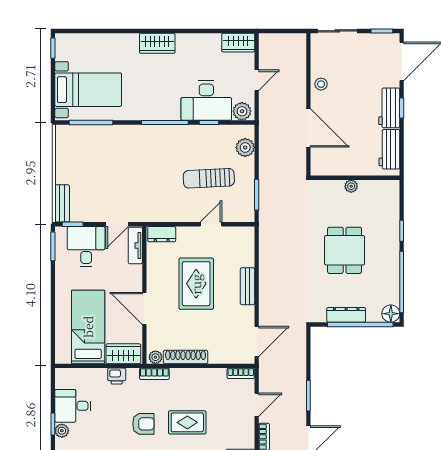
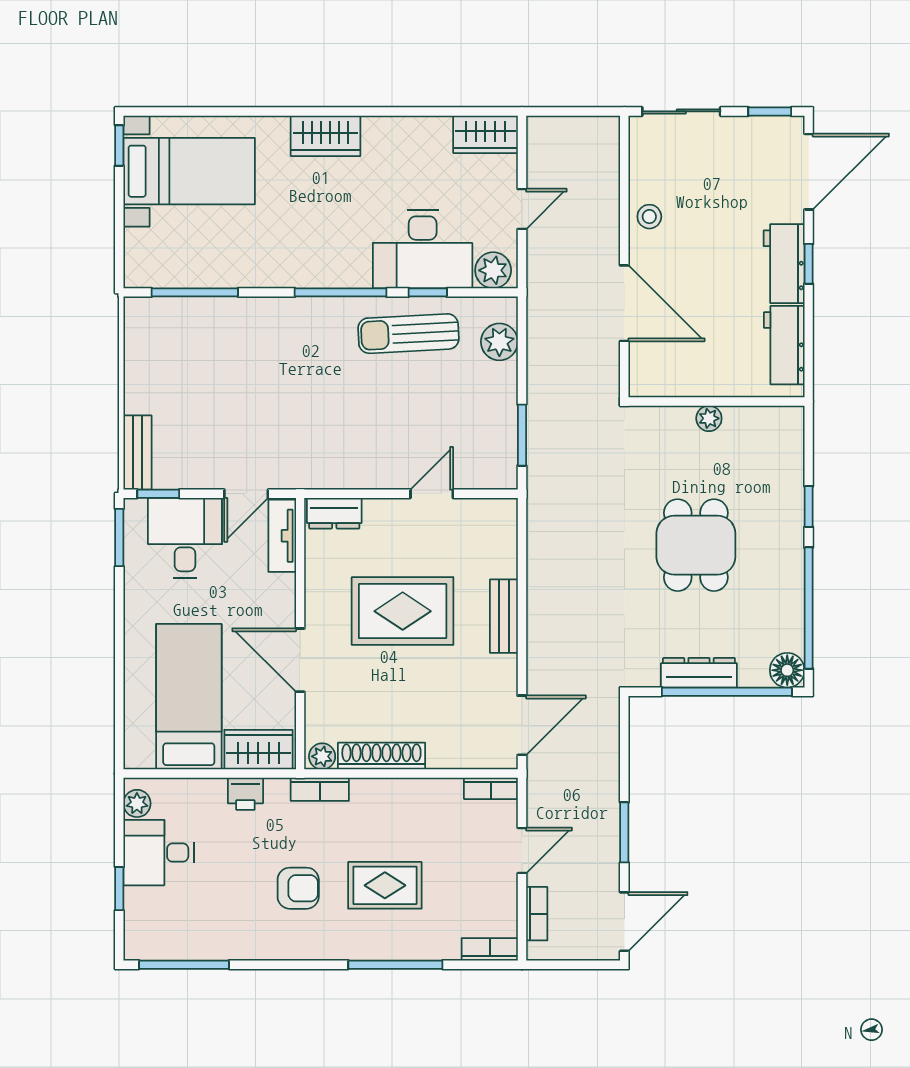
bed with nightstands: (88, 90) -> (189, 171), moved
sun lounger: (209, 178) -> (408, 334), moved
rug: (196, 284) -> (403, 611), turned 90
plant: (62, 431) -> (137, 803), moved

